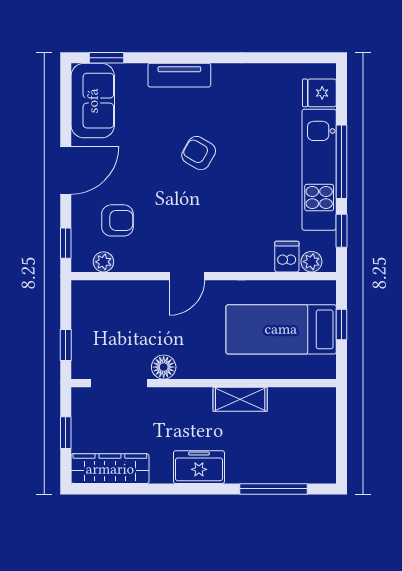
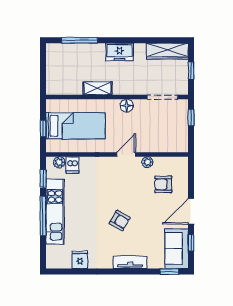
fridge: (319, 93) -> (80, 260), moved, turned -90
window: (66, 243) -> (191, 243), moved
plant: (103, 262) -> (147, 162), moved
floor lamp: (164, 367) -> (127, 106), moved

